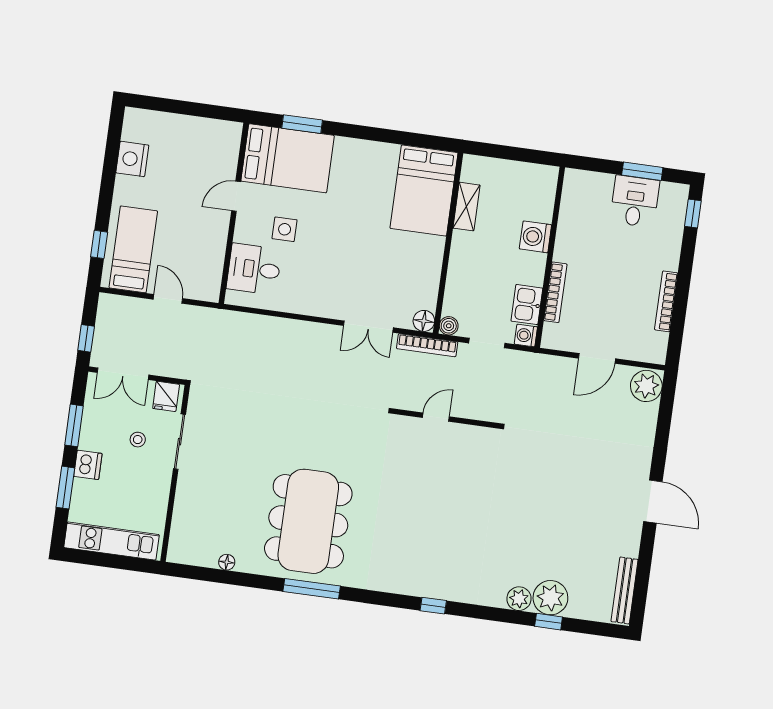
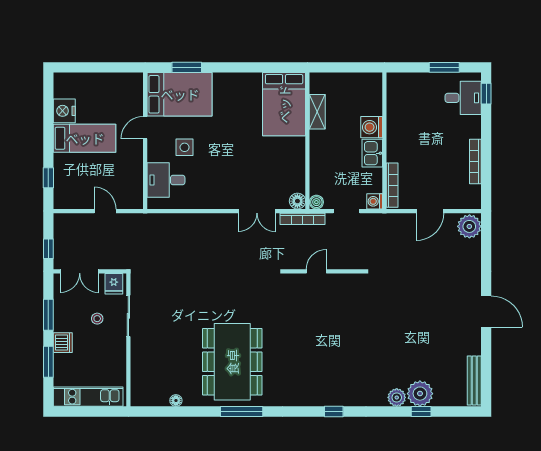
desk: (635, 201) -> (463, 98), moved, turned 90
bed: (133, 249) -> (85, 138), moved, turned 90
bookcase: (555, 292) -> (392, 185), moved
kitchen sink: (527, 305) -> (372, 153), moved

